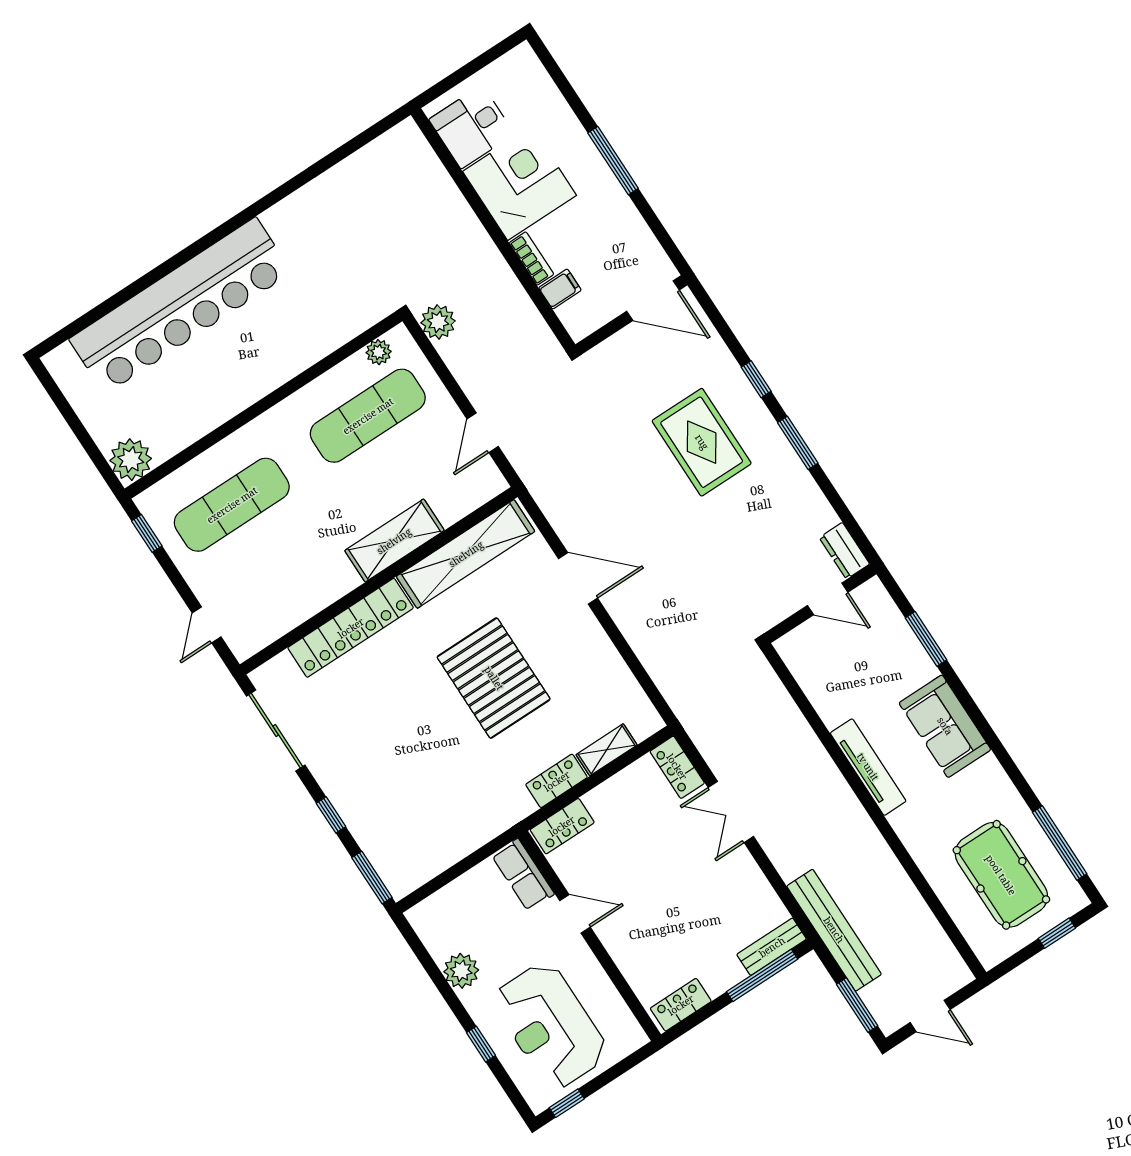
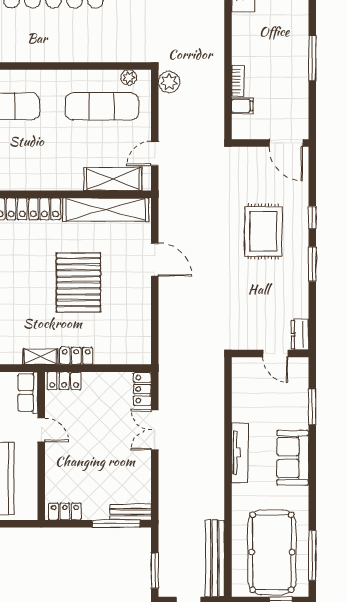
corner desk: (520, 183) -> (257, 39), removed
shelving: (394, 541) -> (113, 179), moved
shelving: (607, 750) -> (40, 357), moved
pool table: (1001, 875) -> (272, 552), width x1.36, depth x1.32
bench: (834, 930) -> (215, 558), moved

